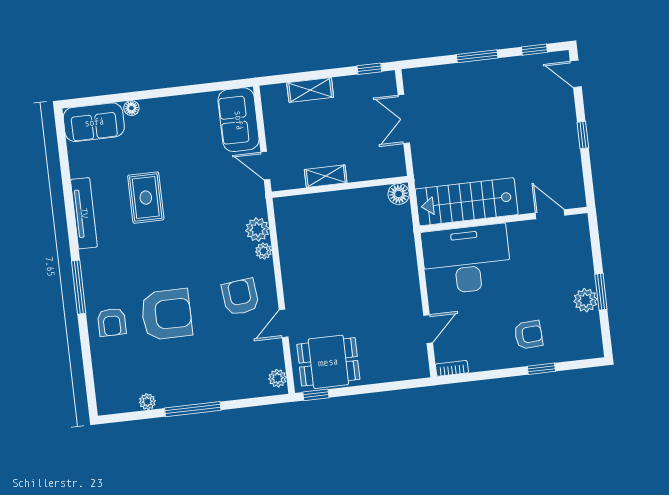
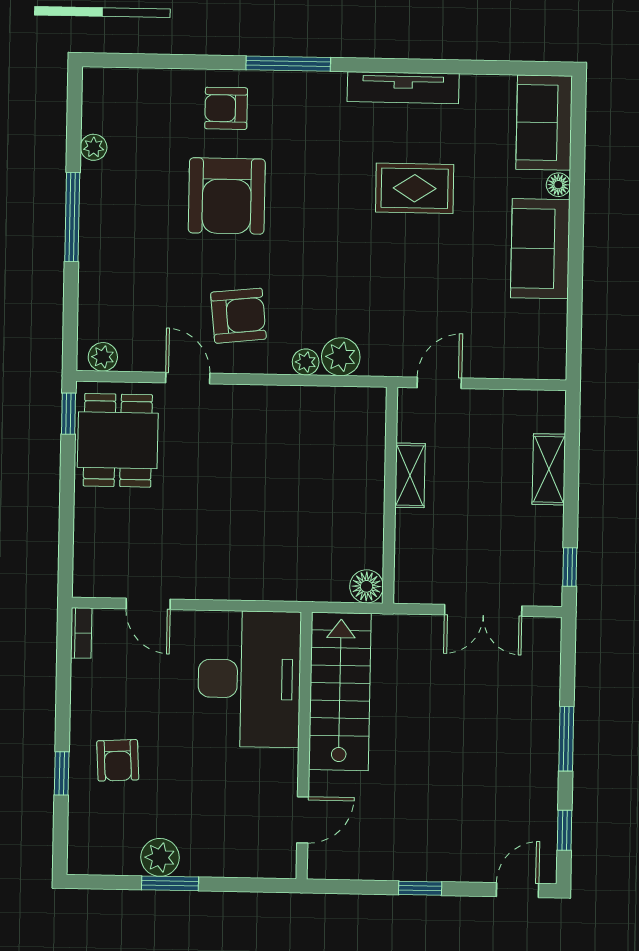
double door: (404, 119) -> (483, 610), swing flipped
sofa: (239, 120) -> (540, 249), moved, turned -90

